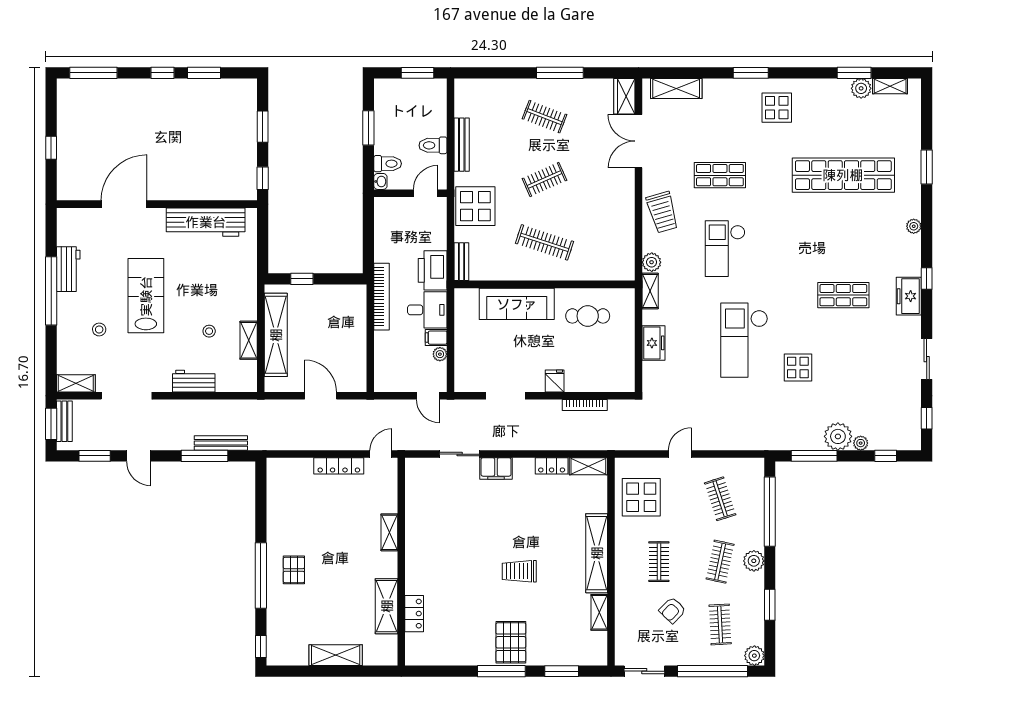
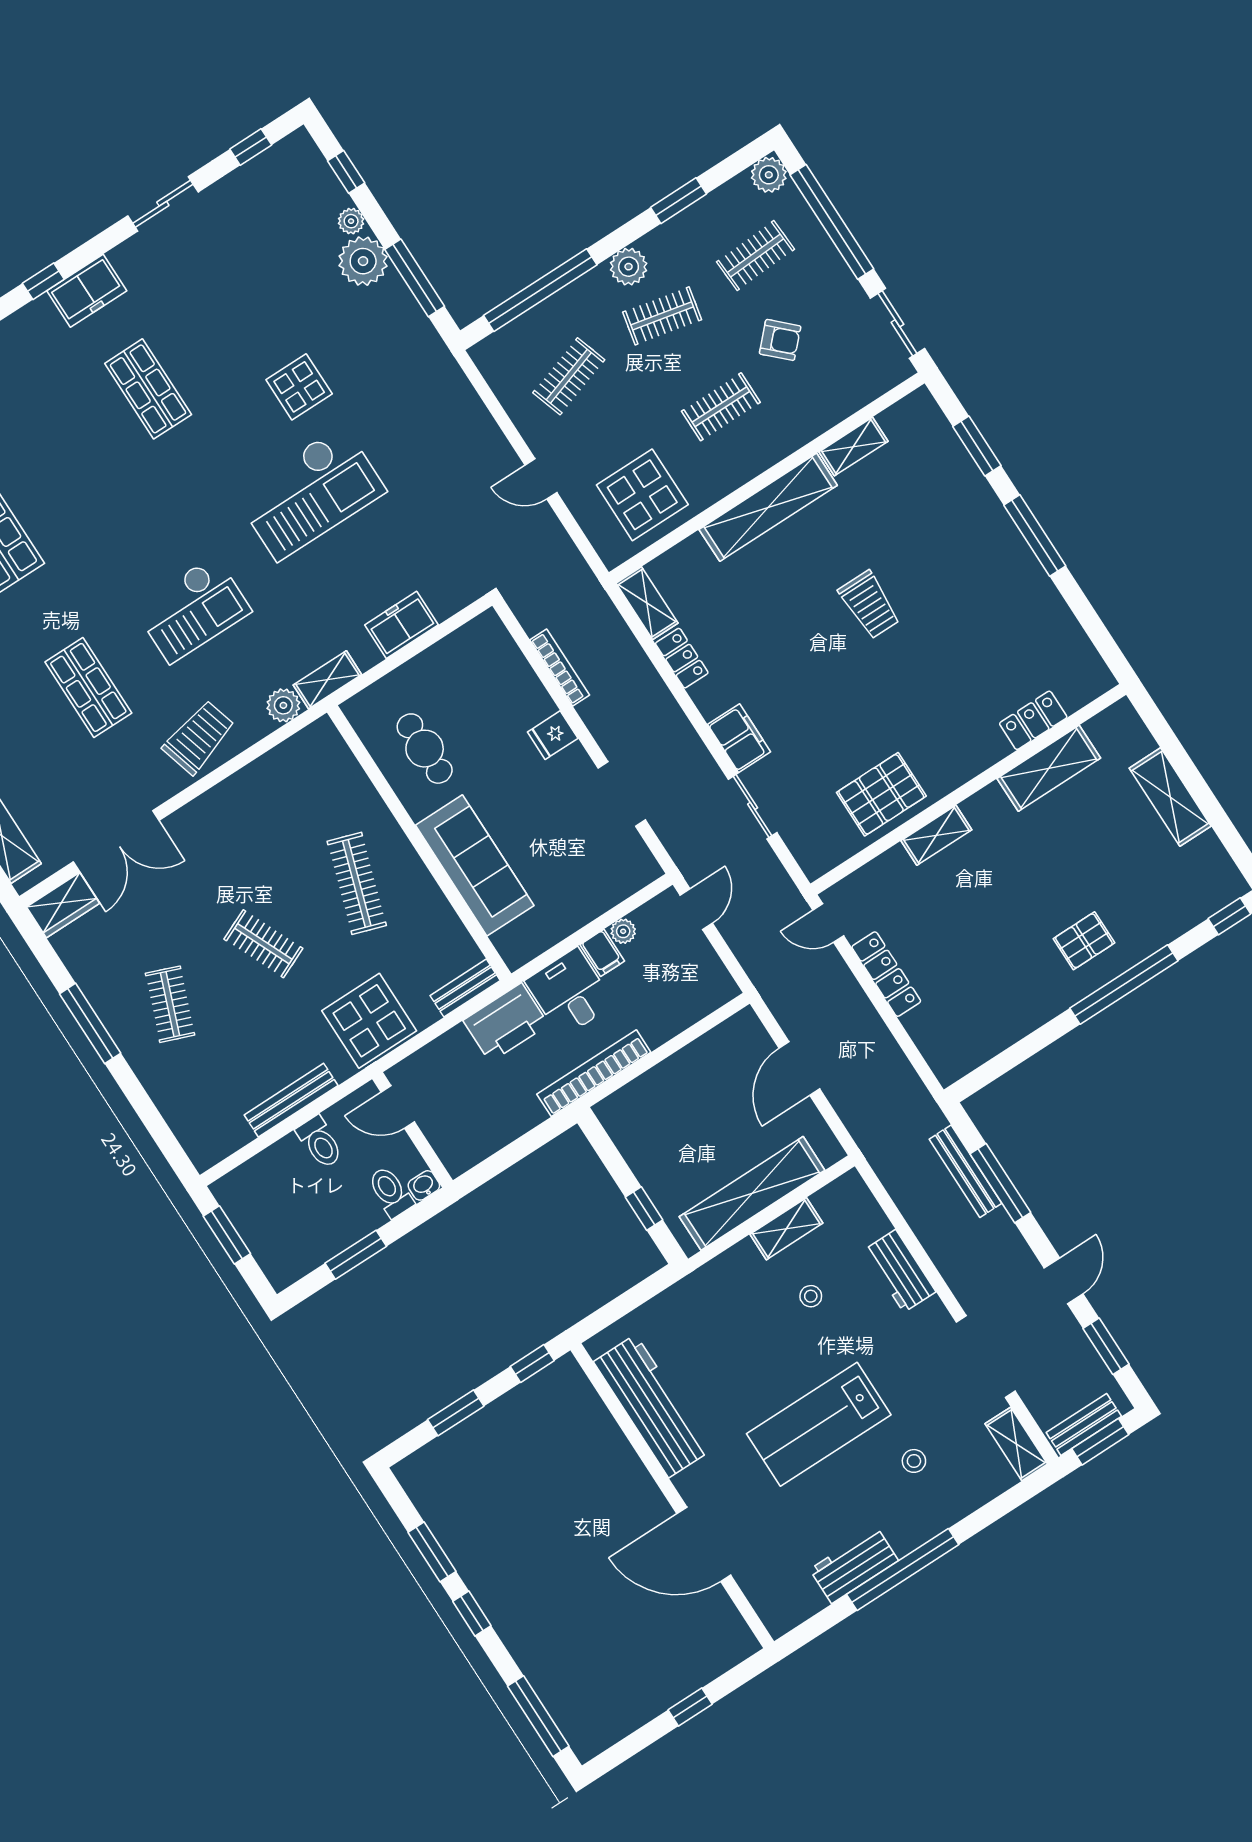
pallet: (511, 642) -> (881, 794), moved

